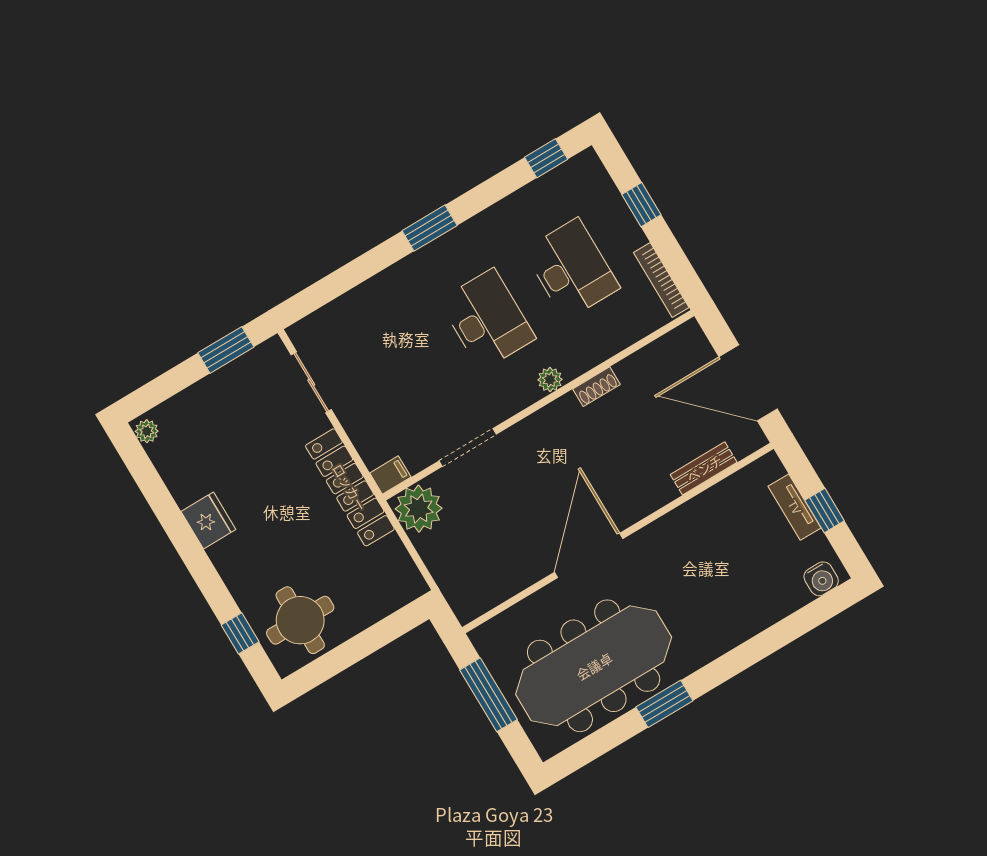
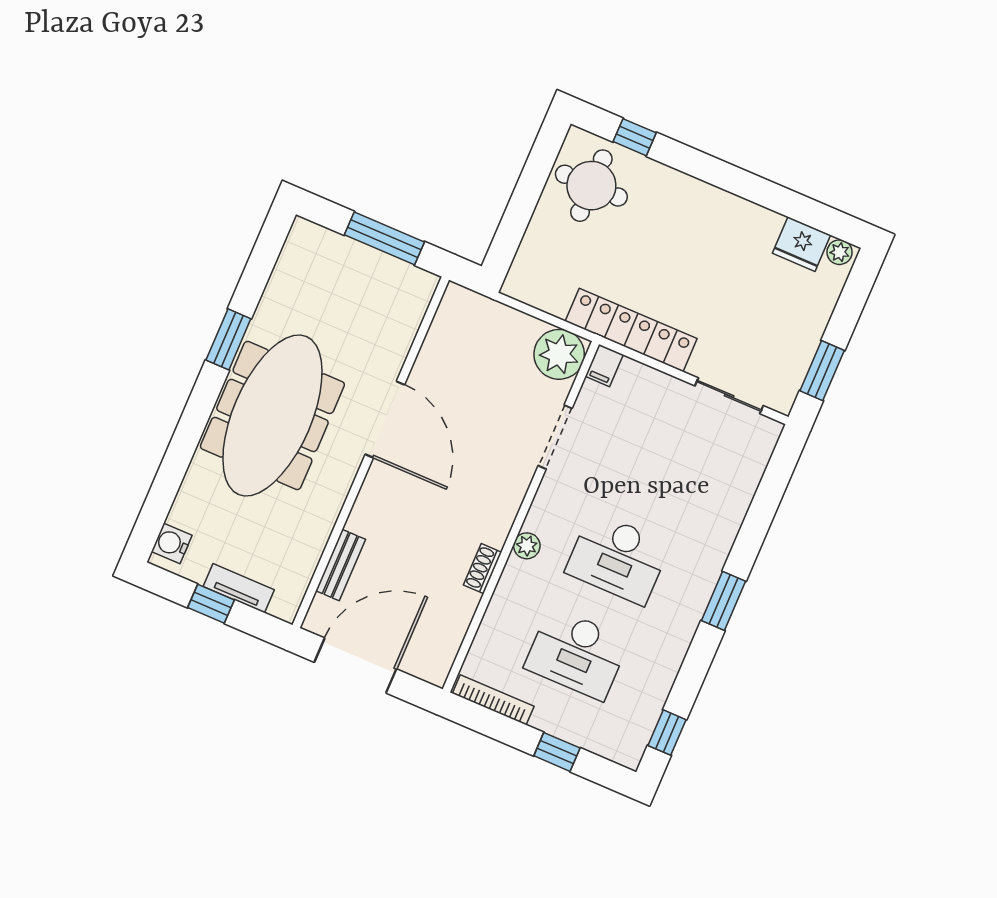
fridge: (208, 520) -> (802, 244), moved
meeting table: (594, 666) -> (272, 415), moved

